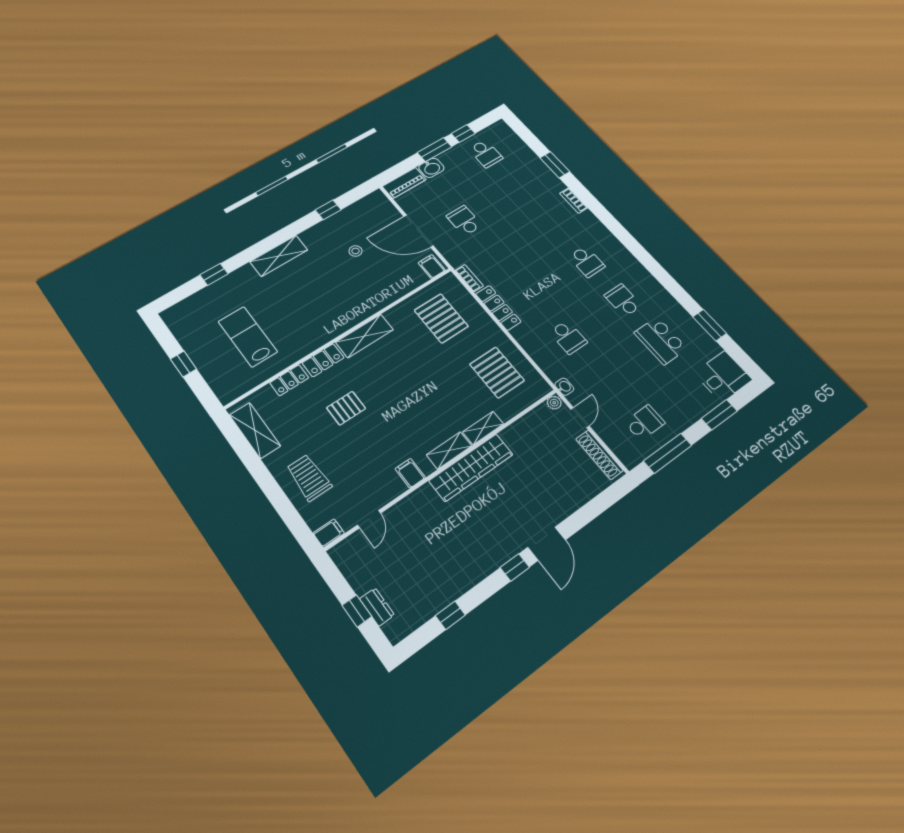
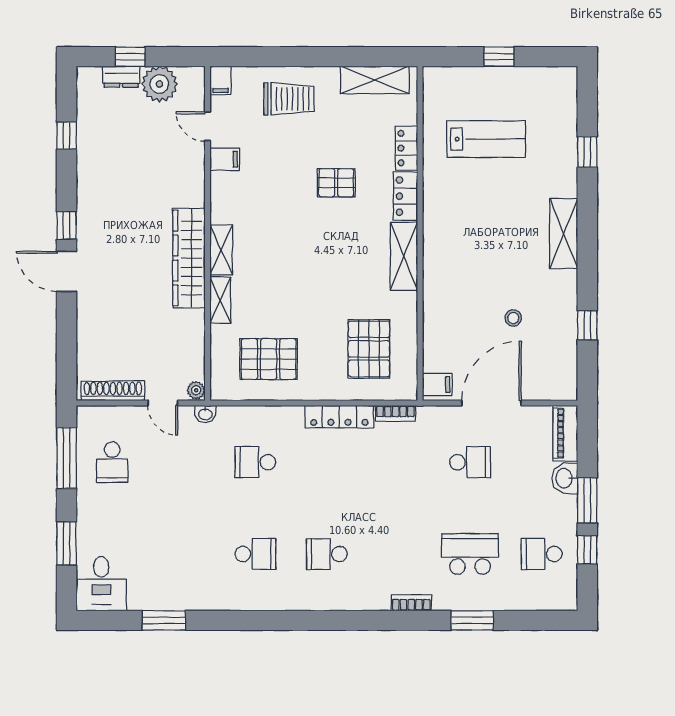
pallet: (441, 318) -> (369, 349), turned 90
school desk: (661, 341) -> (470, 554), moved
pallet: (346, 408) -> (336, 183), turned 90
filing cabinet: (410, 473) -> (225, 159), moved
plant: (362, 575) -> (159, 84), added

